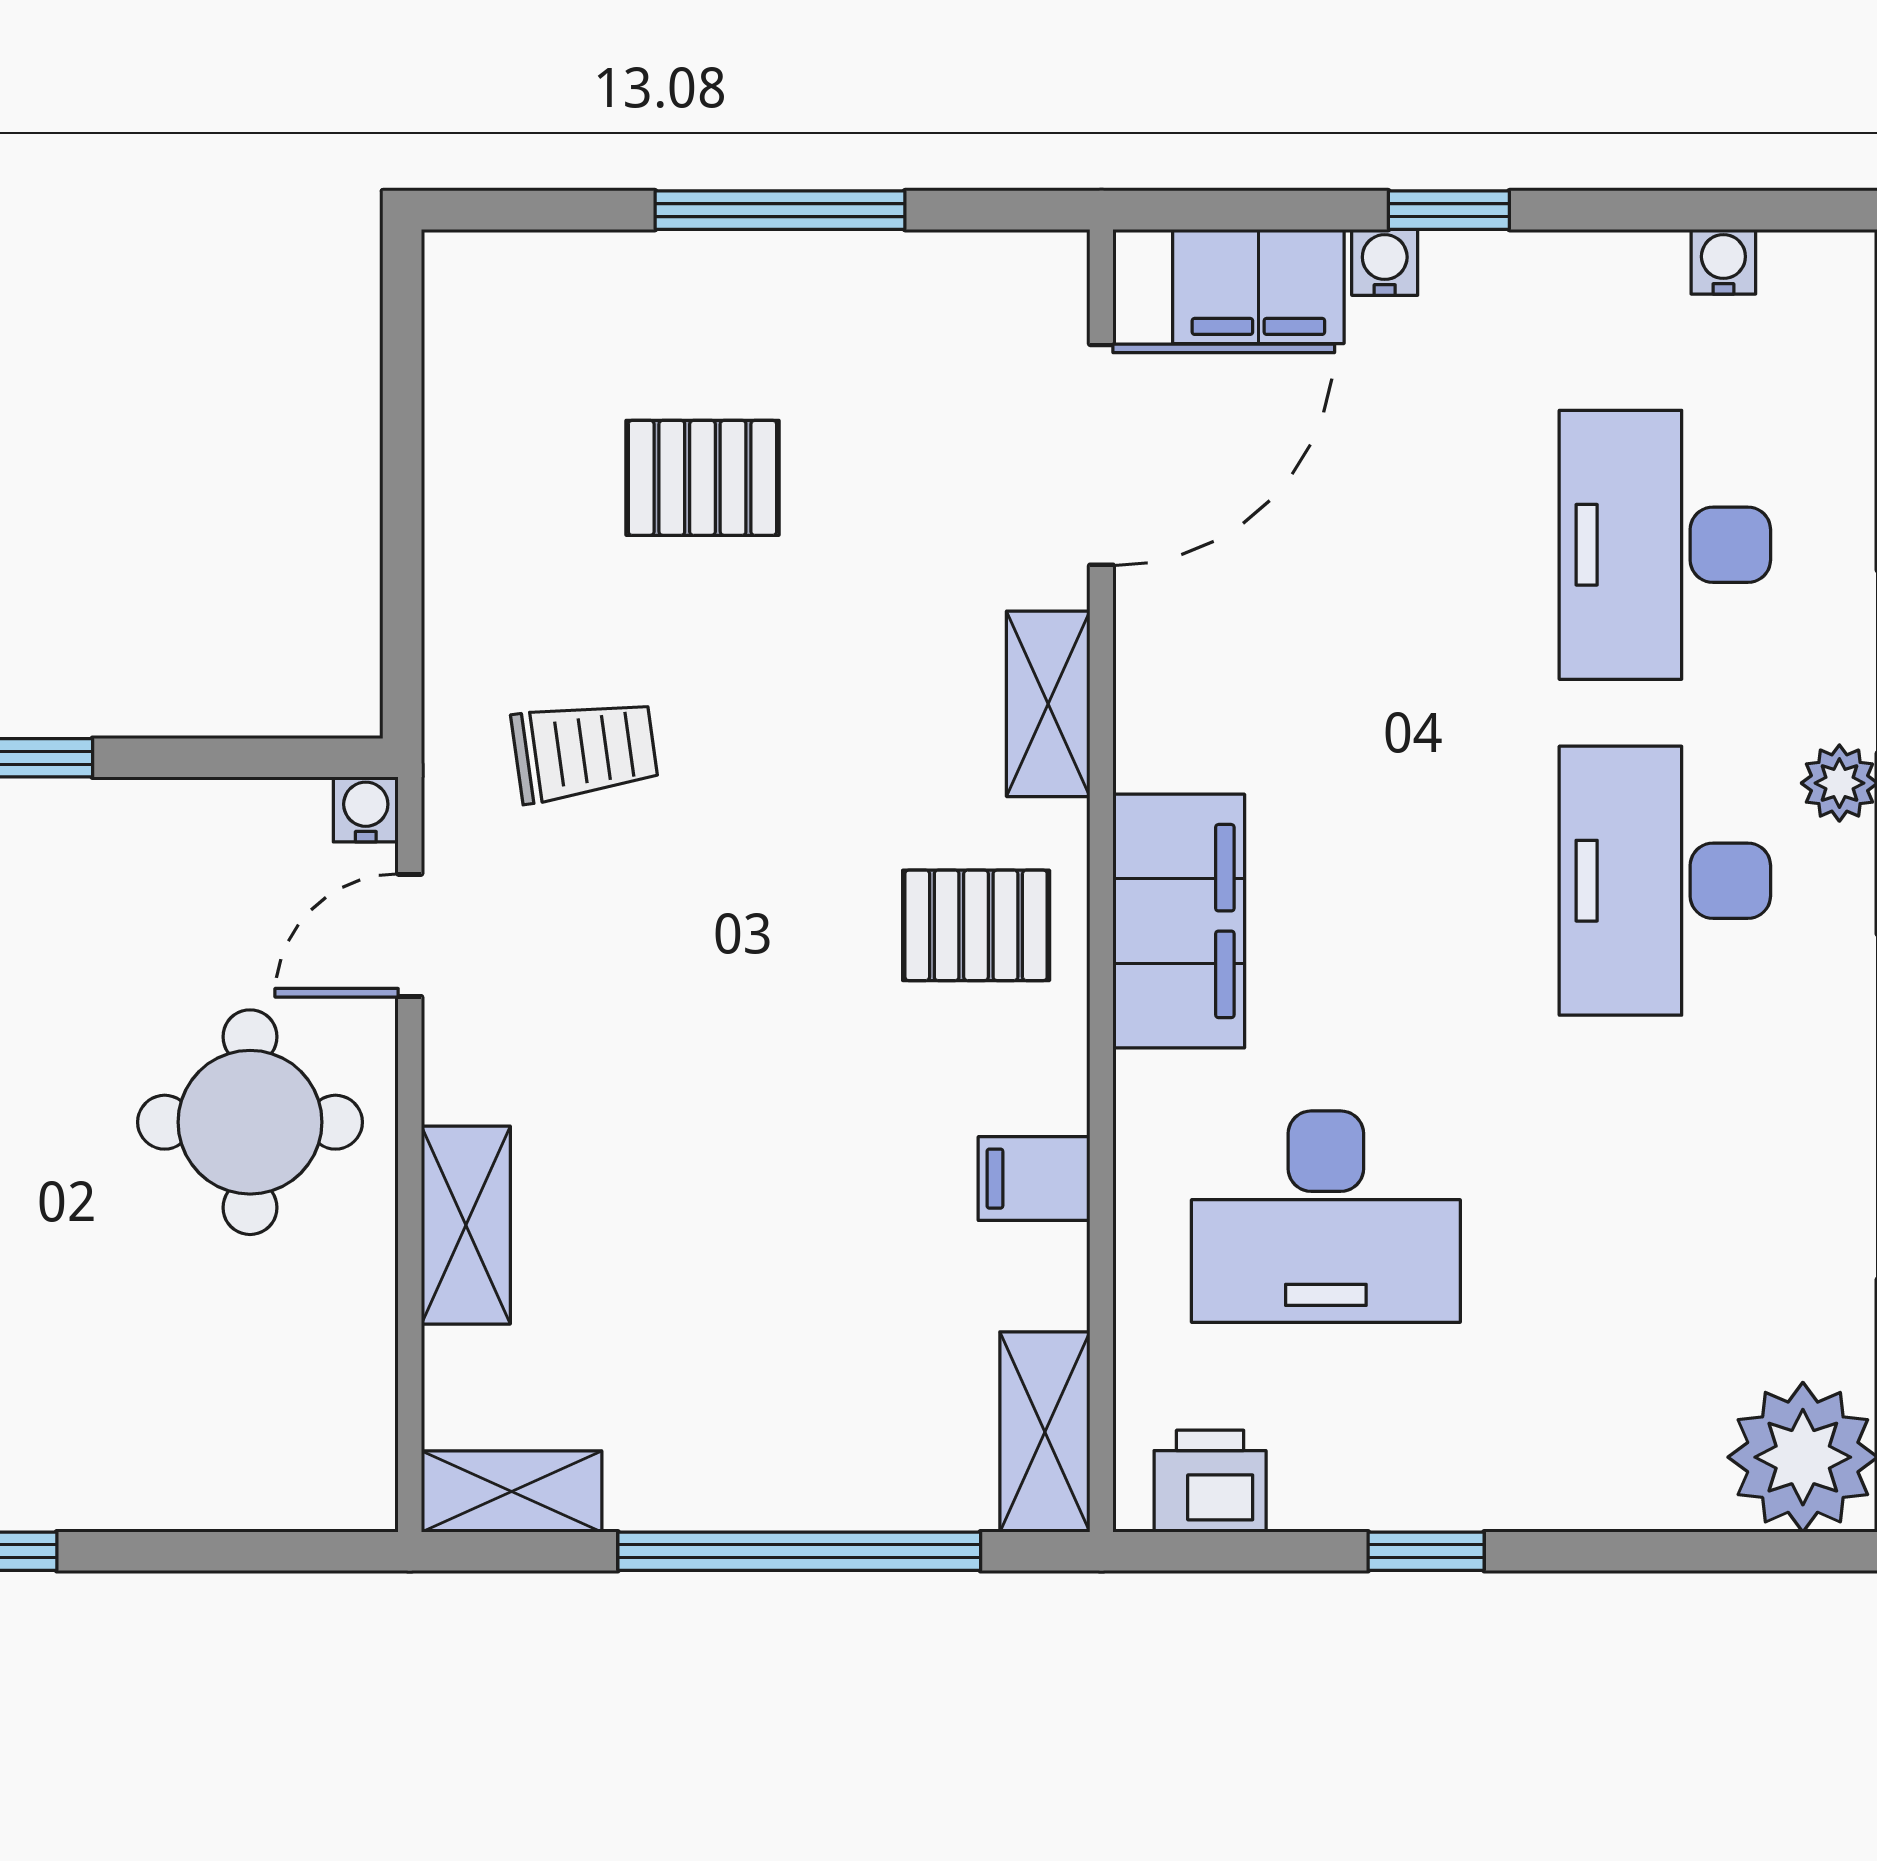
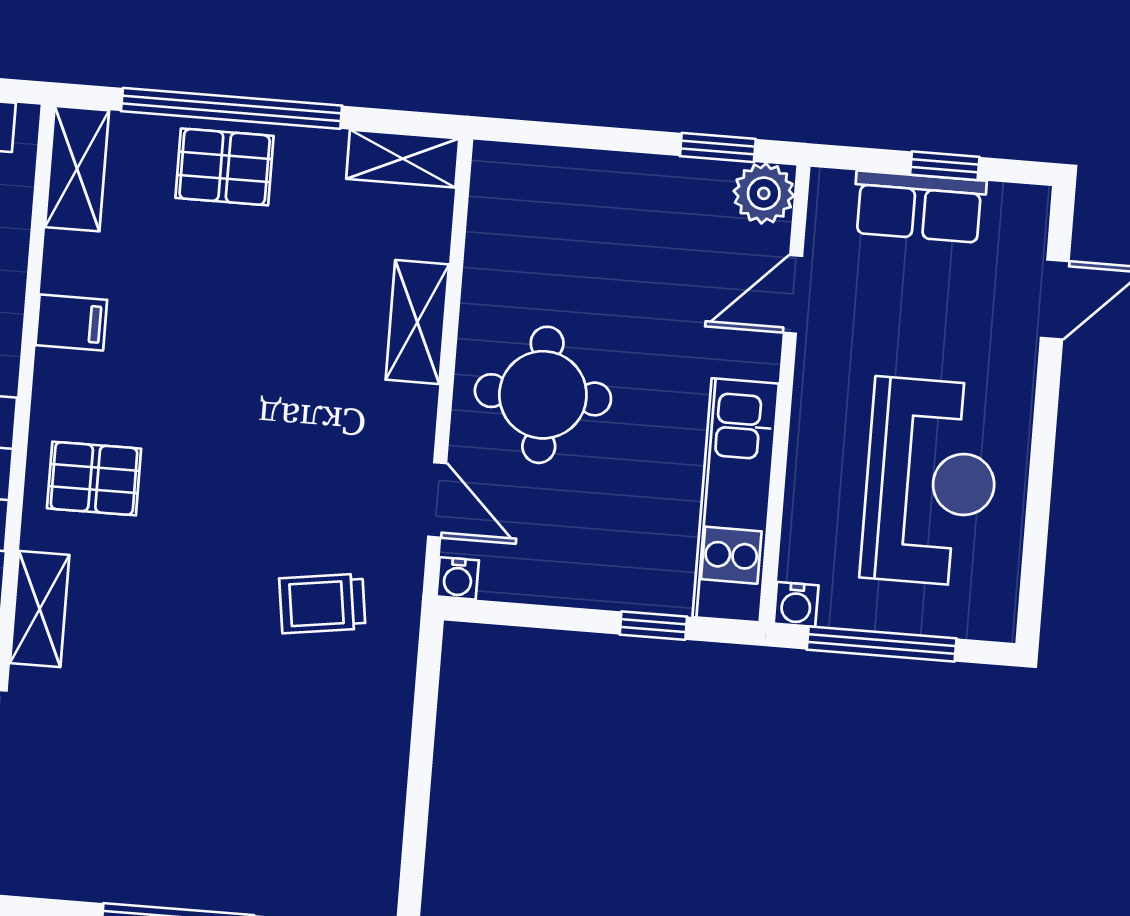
pallet: (702, 478) -> (225, 167), moved
door: (410, 935) -> (437, 500), hinge flipped

